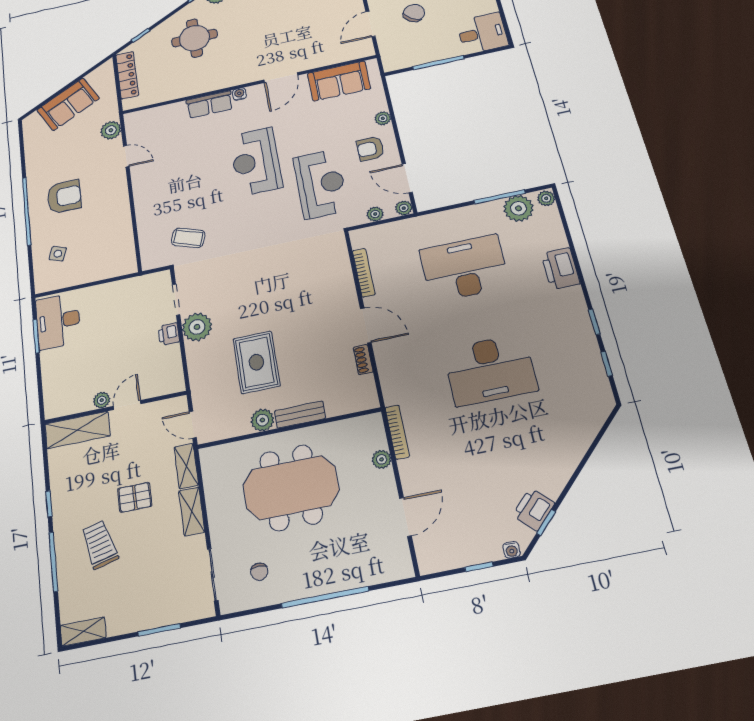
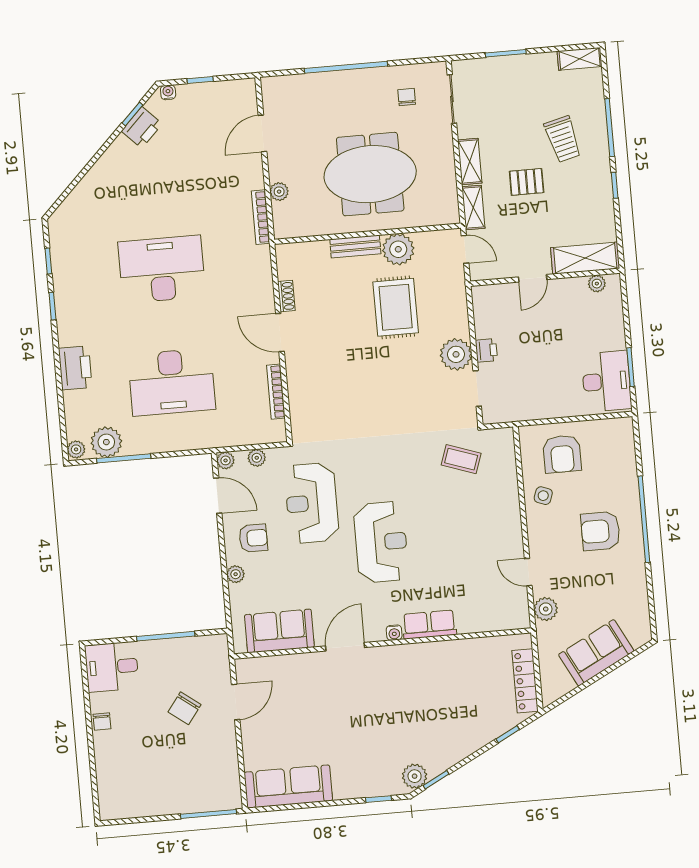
round table: (194, 38) -> (443, 719), removed
side table: (58, 254) -> (543, 496), moved
armchair: (98, 254) -> (562, 454), added
plant: (102, 400) -> (597, 284), moved
plant: (262, 420) -> (398, 249), width x1.36, depth x1.36

